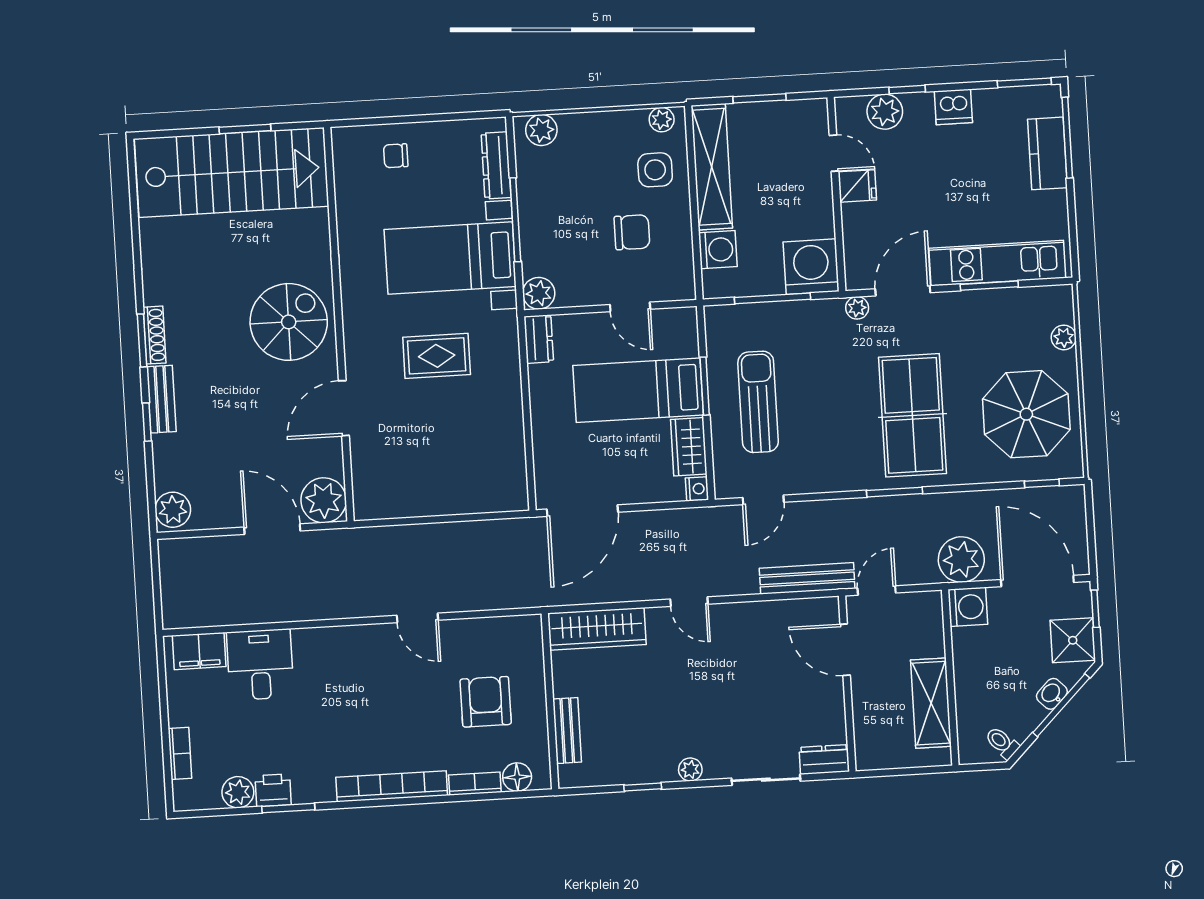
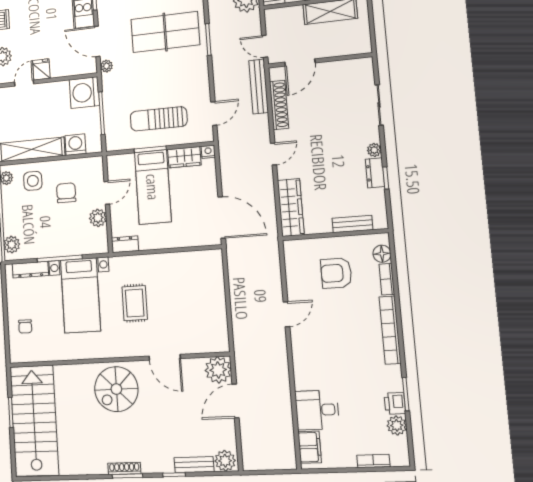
plant: (539, 293) -> (98, 218), moved
spiral stairs: (289, 322) -> (116, 389), turned -90
bench: (161, 399) -> (194, 465), moved
door: (763, 500) -> (214, 114), hinge flipped
shoe rack: (773, 613) -> (279, 105), added
dresser: (824, 759) -> (375, 173), moved

